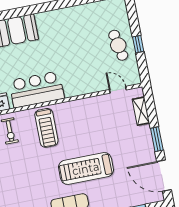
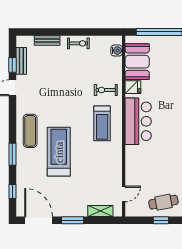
treadmill: (46, 128) -> (102, 123), turned -90
door: (164, 176) -> (39, 220), hinge flipped

